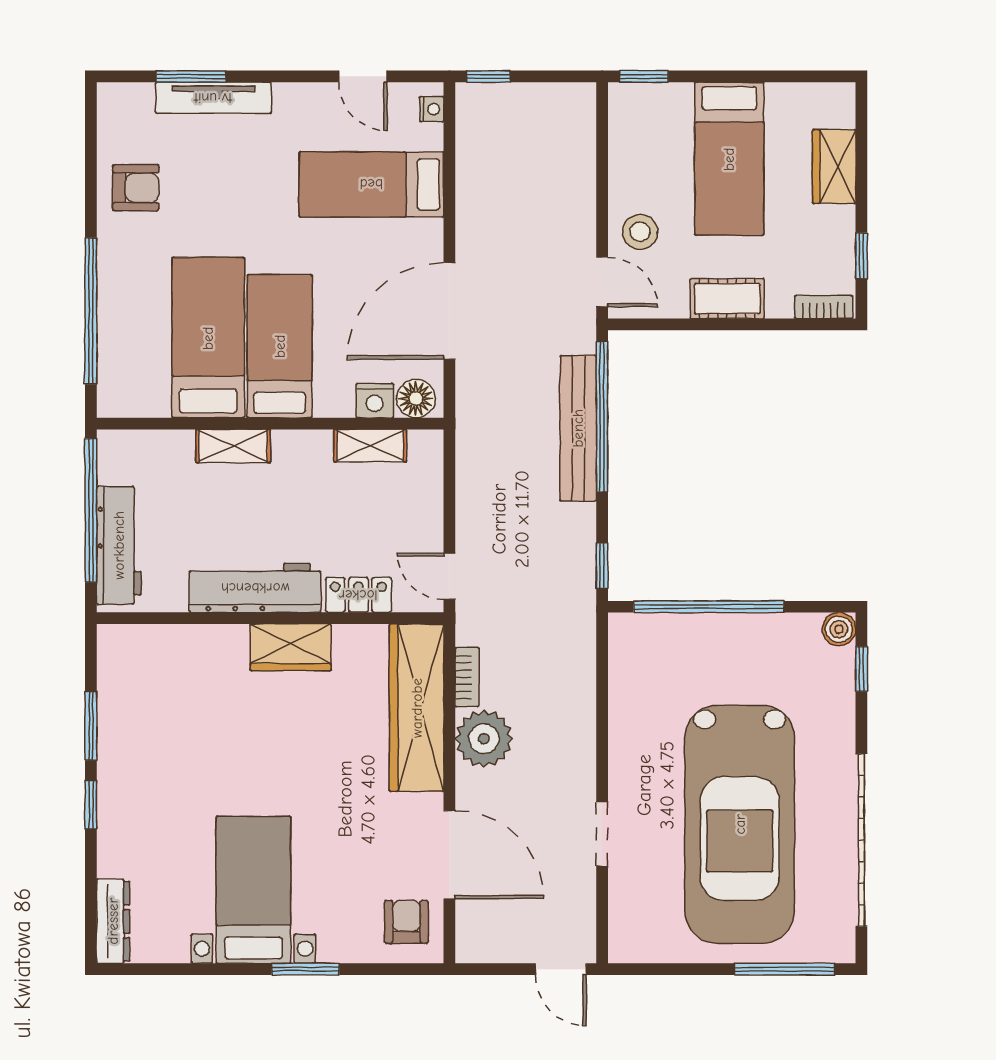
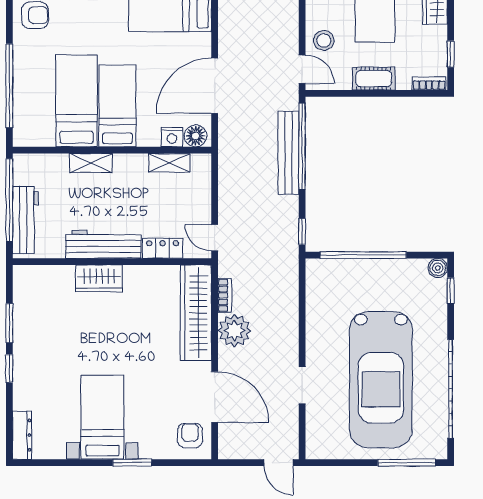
wardrobe: (291, 647) -> (99, 278), moved

